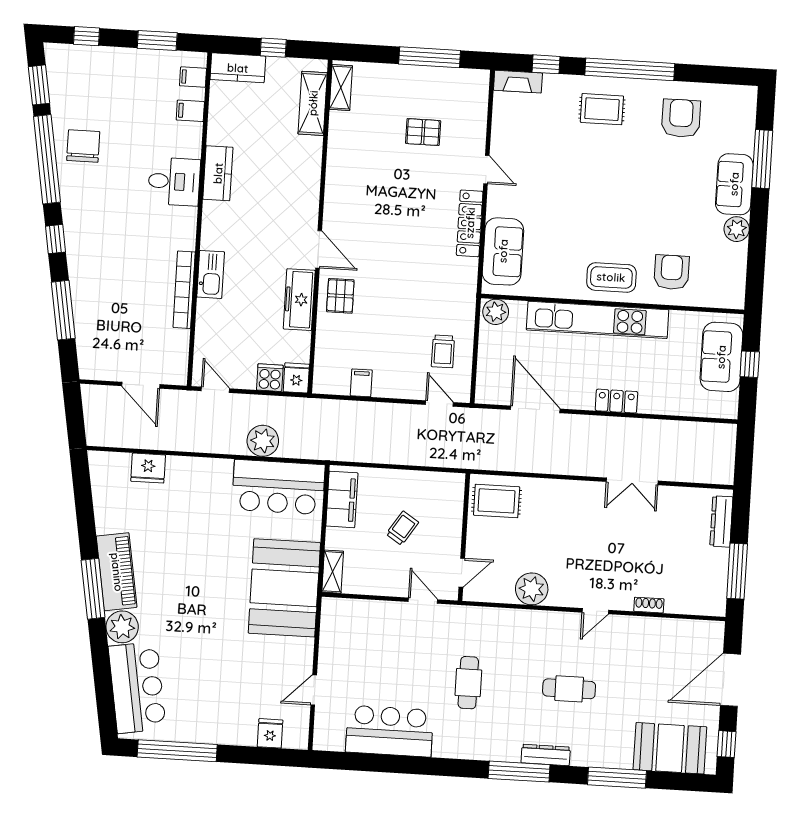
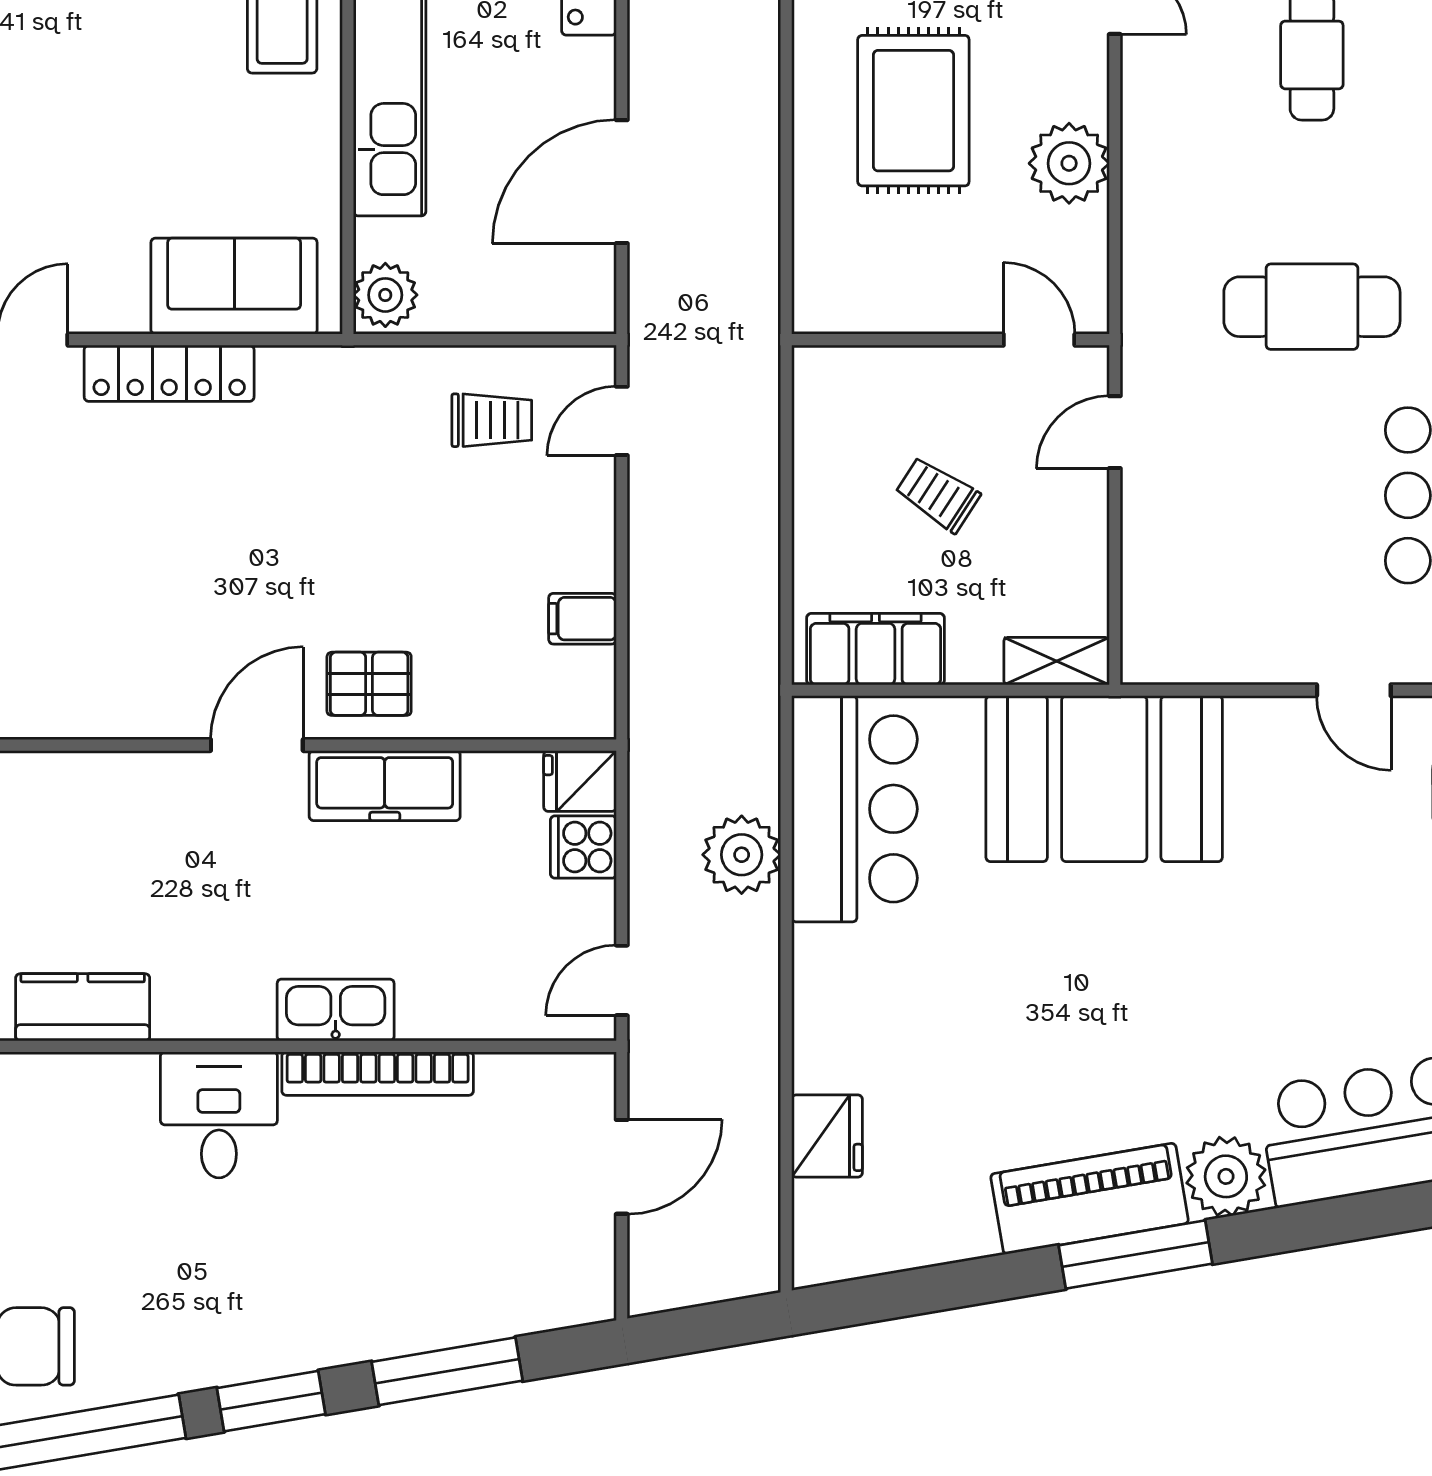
desk: (174, 182) -> (219, 1115), moved
window: (56, 239) -> (271, 1401), width x1.50
rug: (497, 501) -> (913, 111), moved, width x1.36, depth x1.43
cafe table: (468, 683) -> (1312, 307), width x1.37, depth x1.35

